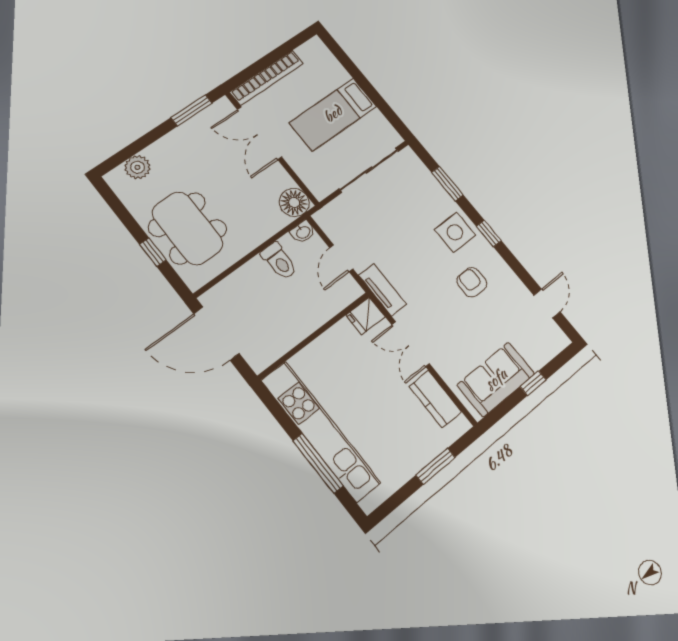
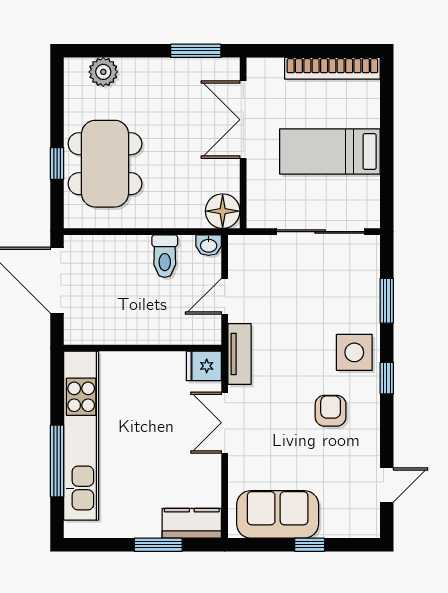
bookcase: (267, 78) -> (332, 68), moved
kitchen counter: (435, 399) -> (192, 523), moved, turned 90

